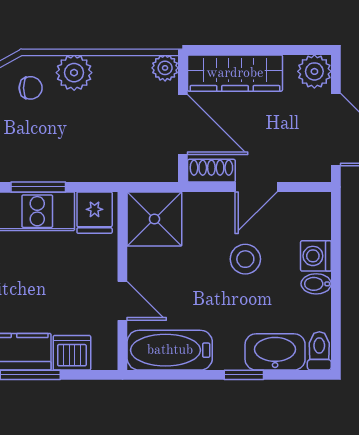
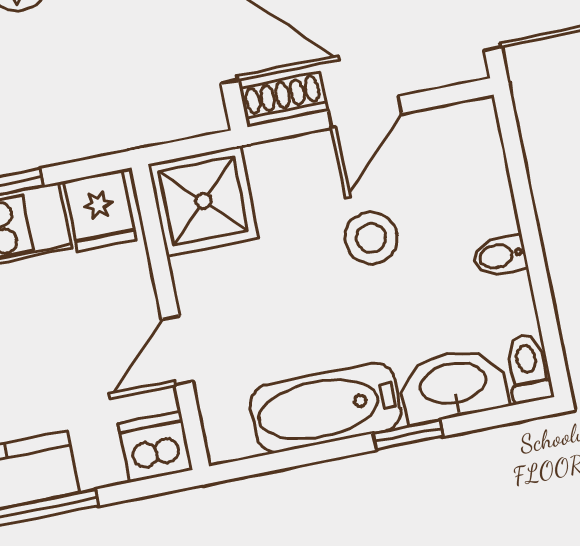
washing machine: (316, 256) -> (490, 208), removed
door: (122, 301) -> (177, 351), swing flipped
bathtub: (170, 350) -> (326, 408), moved
dishwasher: (72, 353) -> (155, 447), moved

